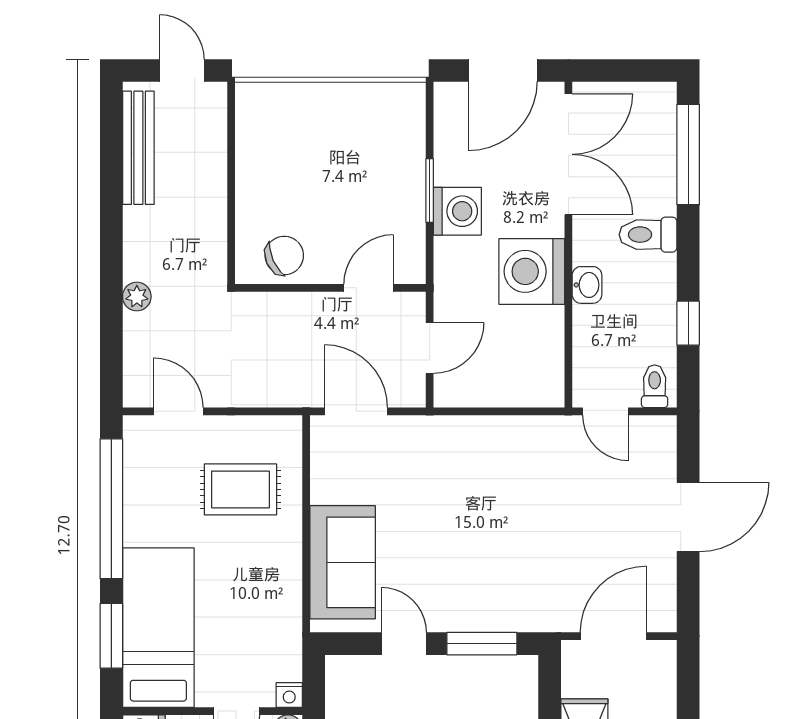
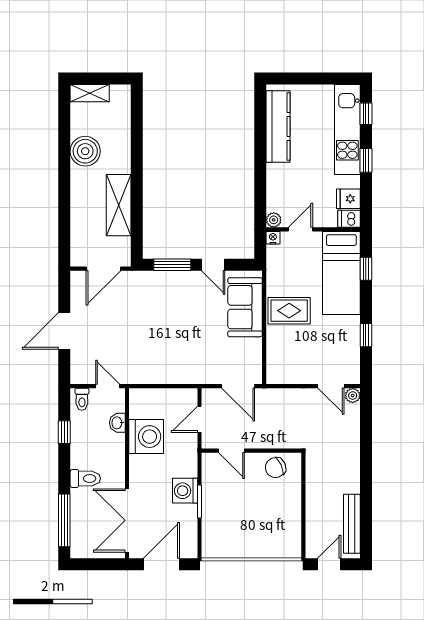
door: (182, 71) -> (329, 564), swing flipped
washing machine: (532, 271) -> (146, 437), moved
washbasin: (587, 285) -> (117, 423), moved
door: (369, 288) -> (231, 451), hinge flipped
plant: (137, 297) -> (353, 396), moved
rug: (240, 489) -> (289, 311), moved
window: (111, 509) -> (366, 335), width x0.32
window: (111, 636) -> (366, 269), width x0.67

